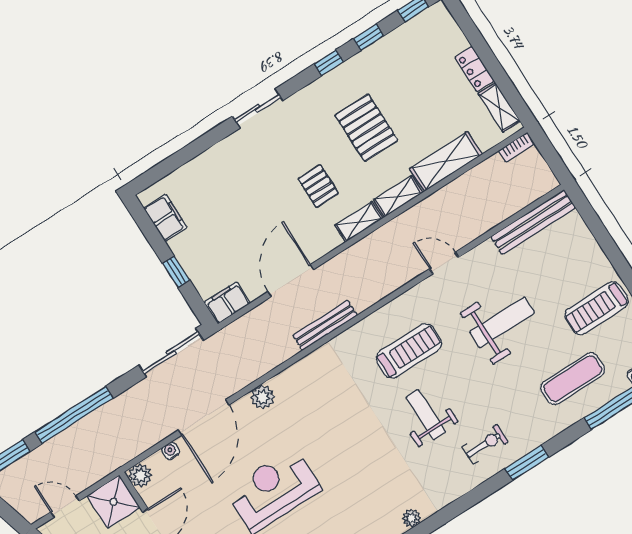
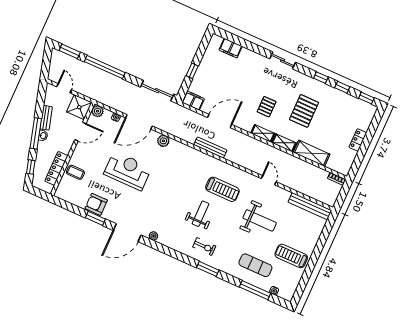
shelving: (499, 107) -> (349, 161), removed
filing cabinet: (165, 218) -> (231, 48), moved, turned 90

